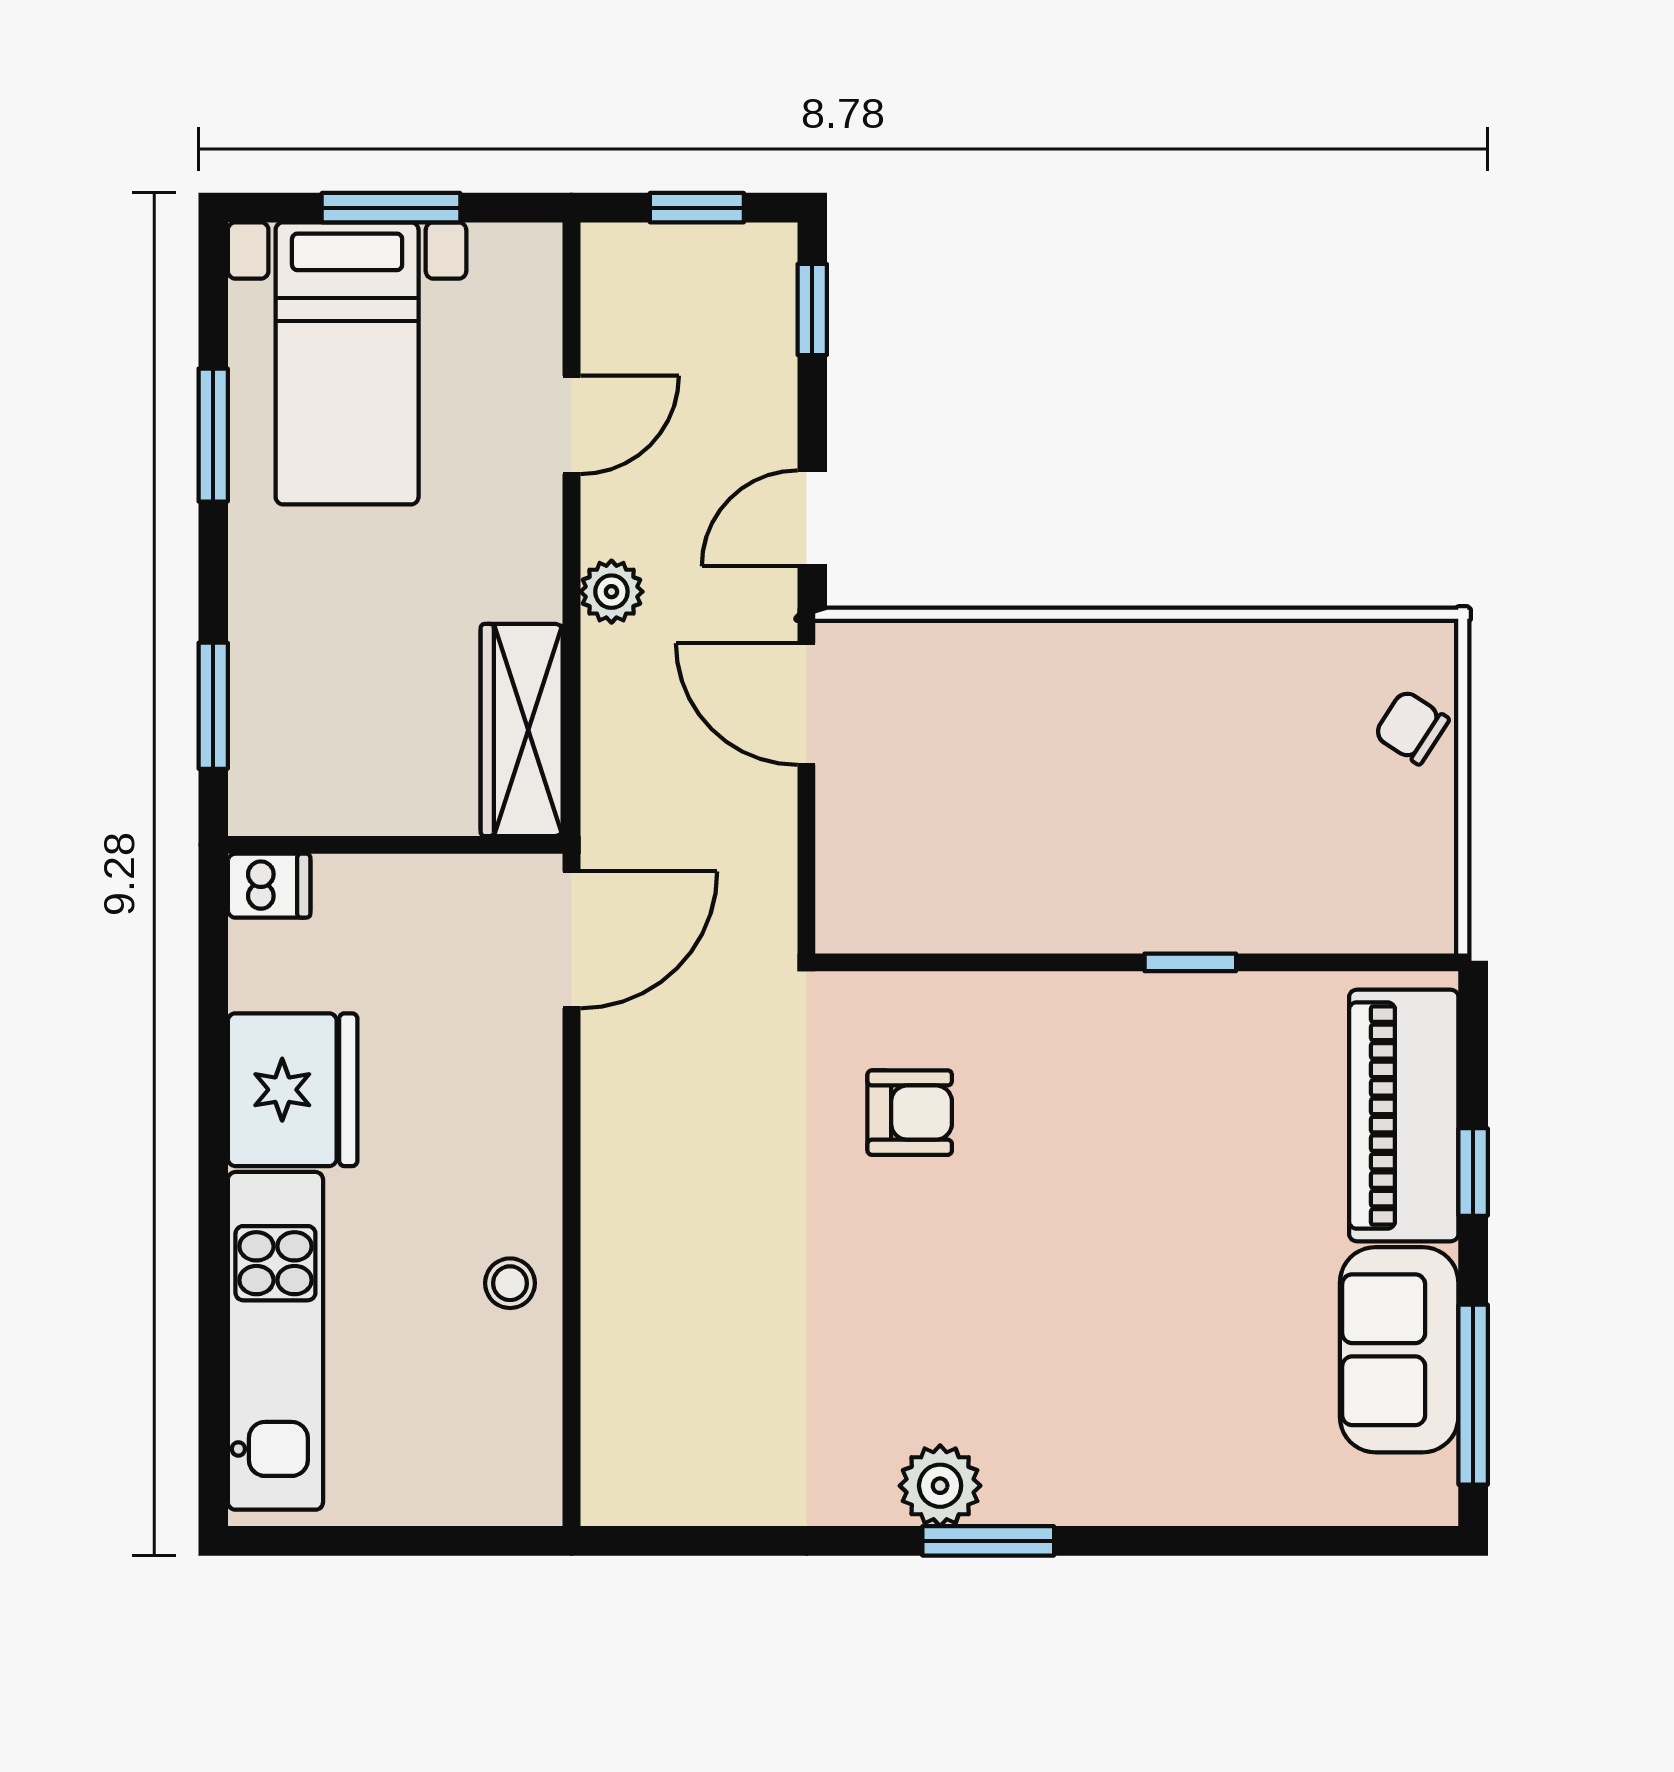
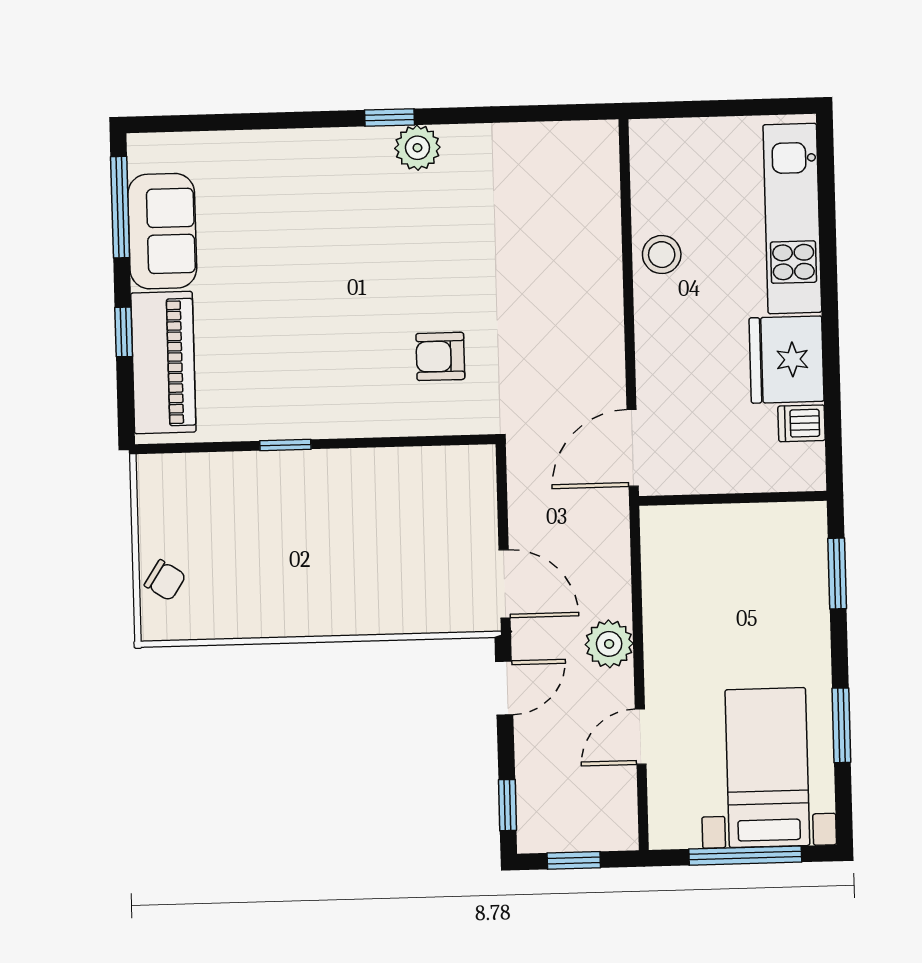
window: (391, 208) -> (745, 856), width x1.44
plant: (611, 592) -> (609, 644), width x1.38, depth x1.38
wardrobe: (522, 730) -> (664, 565), removed
dishwasher: (269, 886) -> (802, 423), moved
stool: (510, 1283) -> (662, 255), width x1.37, depth x1.37
window: (988, 1541) -> (390, 118), width x0.67

